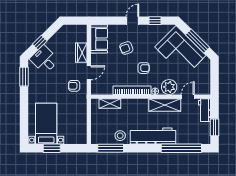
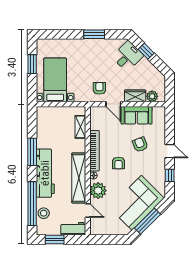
plant: (82, 37) -> (152, 96), added
sofa: (99, 39) -> (136, 115), moved
window: (24, 77) -> (94, 34), moved
shelving: (165, 105) -> (79, 178), width x1.47
bed with nightstands: (46, 124) -> (55, 80), moved, turned -90
stool: (120, 136) -> (44, 213), moved
window: (111, 148) -> (32, 152), moved

